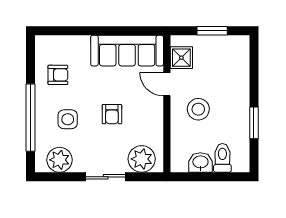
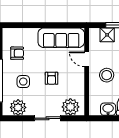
shower: (181, 58) -> (107, 35), moved

